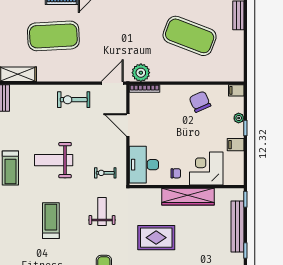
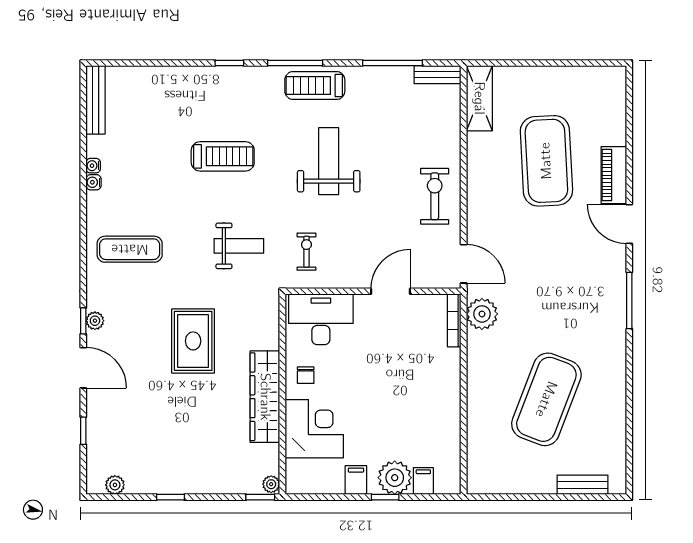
filing cabinet: (236, 90) -> (423, 481), moved
chair: (200, 102) -> (431, 418), removed
plant: (239, 118) -> (395, 478), width x1.87, depth x1.87
plant: (238, 193) -> (271, 484), added
bench: (237, 227) -> (212, 483), removed

